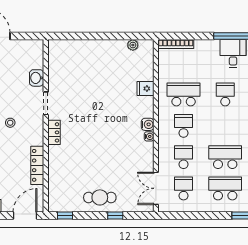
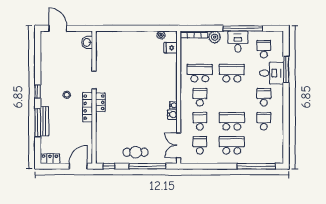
plant: (203, 47) -> (215, 37), added
washbasin: (37, 78) -> (87, 42), moved
fridge: (145, 88) -> (171, 48), moved
school desk: (225, 94) -> (232, 73), width x1.85
water cooler: (148, 124) -> (172, 115), moved
locker: (37, 165) -> (88, 107), moved
window: (115, 216) -> (147, 166), width x3.17

